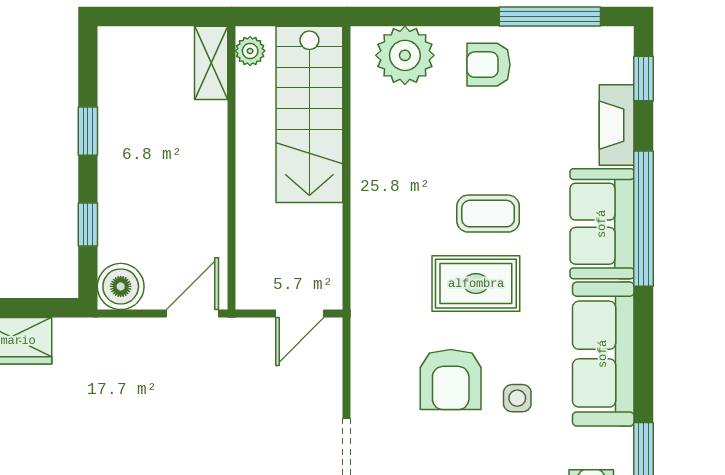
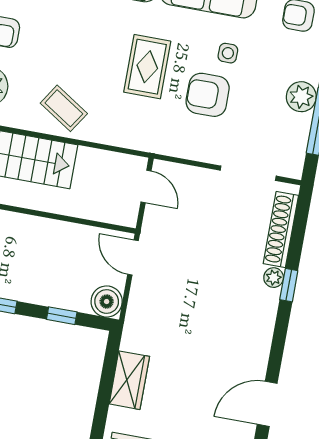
coffee table: (488, 214) -> (64, 108), moved, turned -57
armchair: (451, 380) -> (208, 95), turned 180

